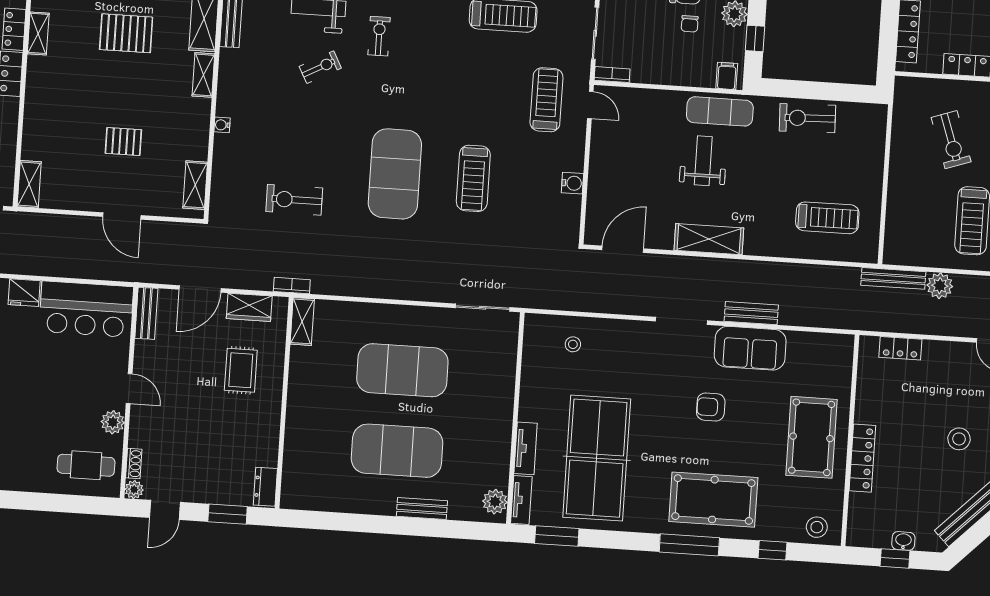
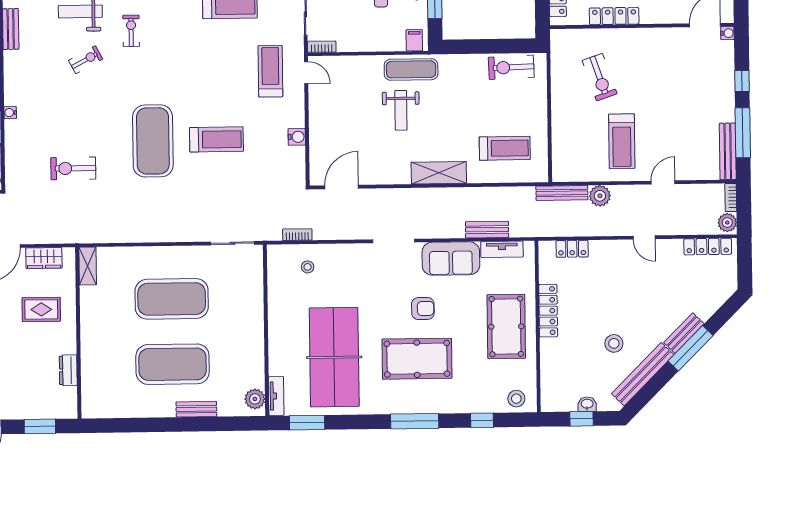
exercise bike: (807, 118) -> (511, 67), moved
weight bench: (703, 161) -> (401, 110), turned 180
treadmill: (473, 178) -> (216, 139), turned -90
shelving: (709, 239) -> (439, 173), moved
bookcase: (292, 286) -> (297, 235), moved
bench: (751, 313) -> (487, 230), moved
rug: (241, 370) -> (41, 309), turned 90
armchair: (711, 407) -> (423, 309), turned 180
stool: (959, 439) -> (614, 343), moved
tv unit: (526, 448) -> (502, 249), moved, turned 90
locker: (862, 458) -> (548, 311), moved
dresser: (265, 487) -> (68, 370), moved
pool table: (713, 500) -> (417, 359), moved

